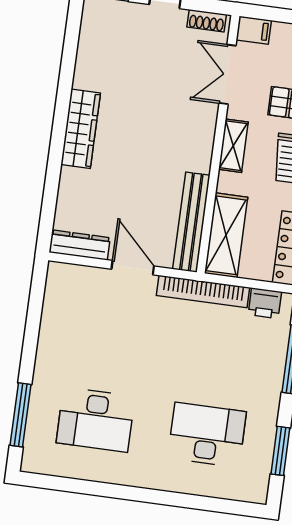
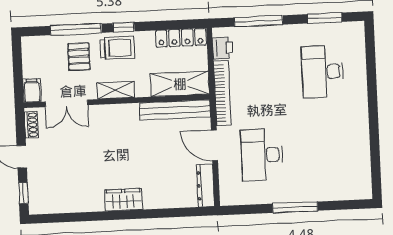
wardrobe: (81, 129) -> (123, 200), width x0.67
door: (133, 268) -> (214, 145), hinge flipped
window: (21, 415) -> (295, 207), moved
desk: (96, 420) -> (262, 155), moved, turned 180

